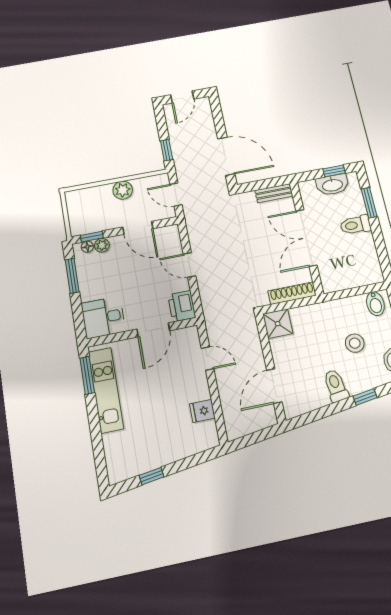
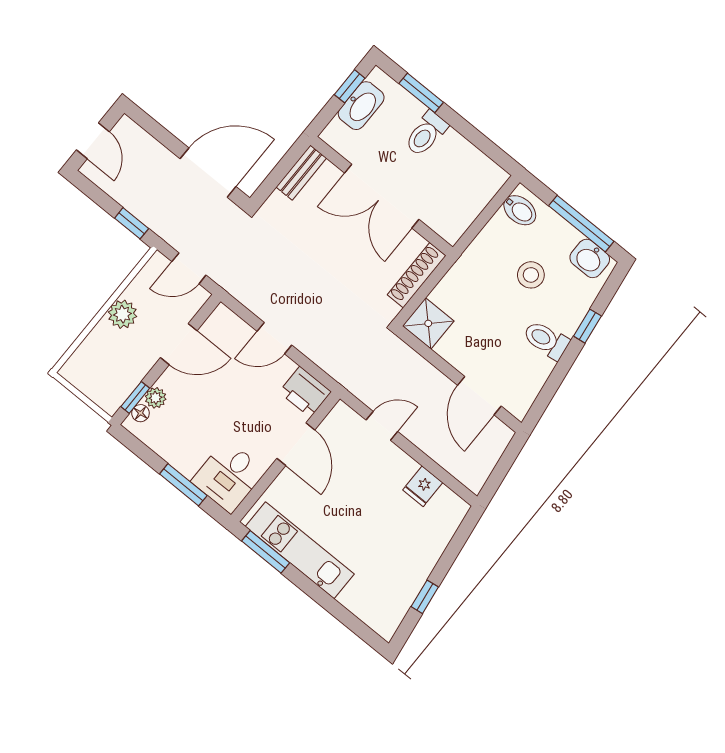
window: (72, 276) -> (183, 485), moved

